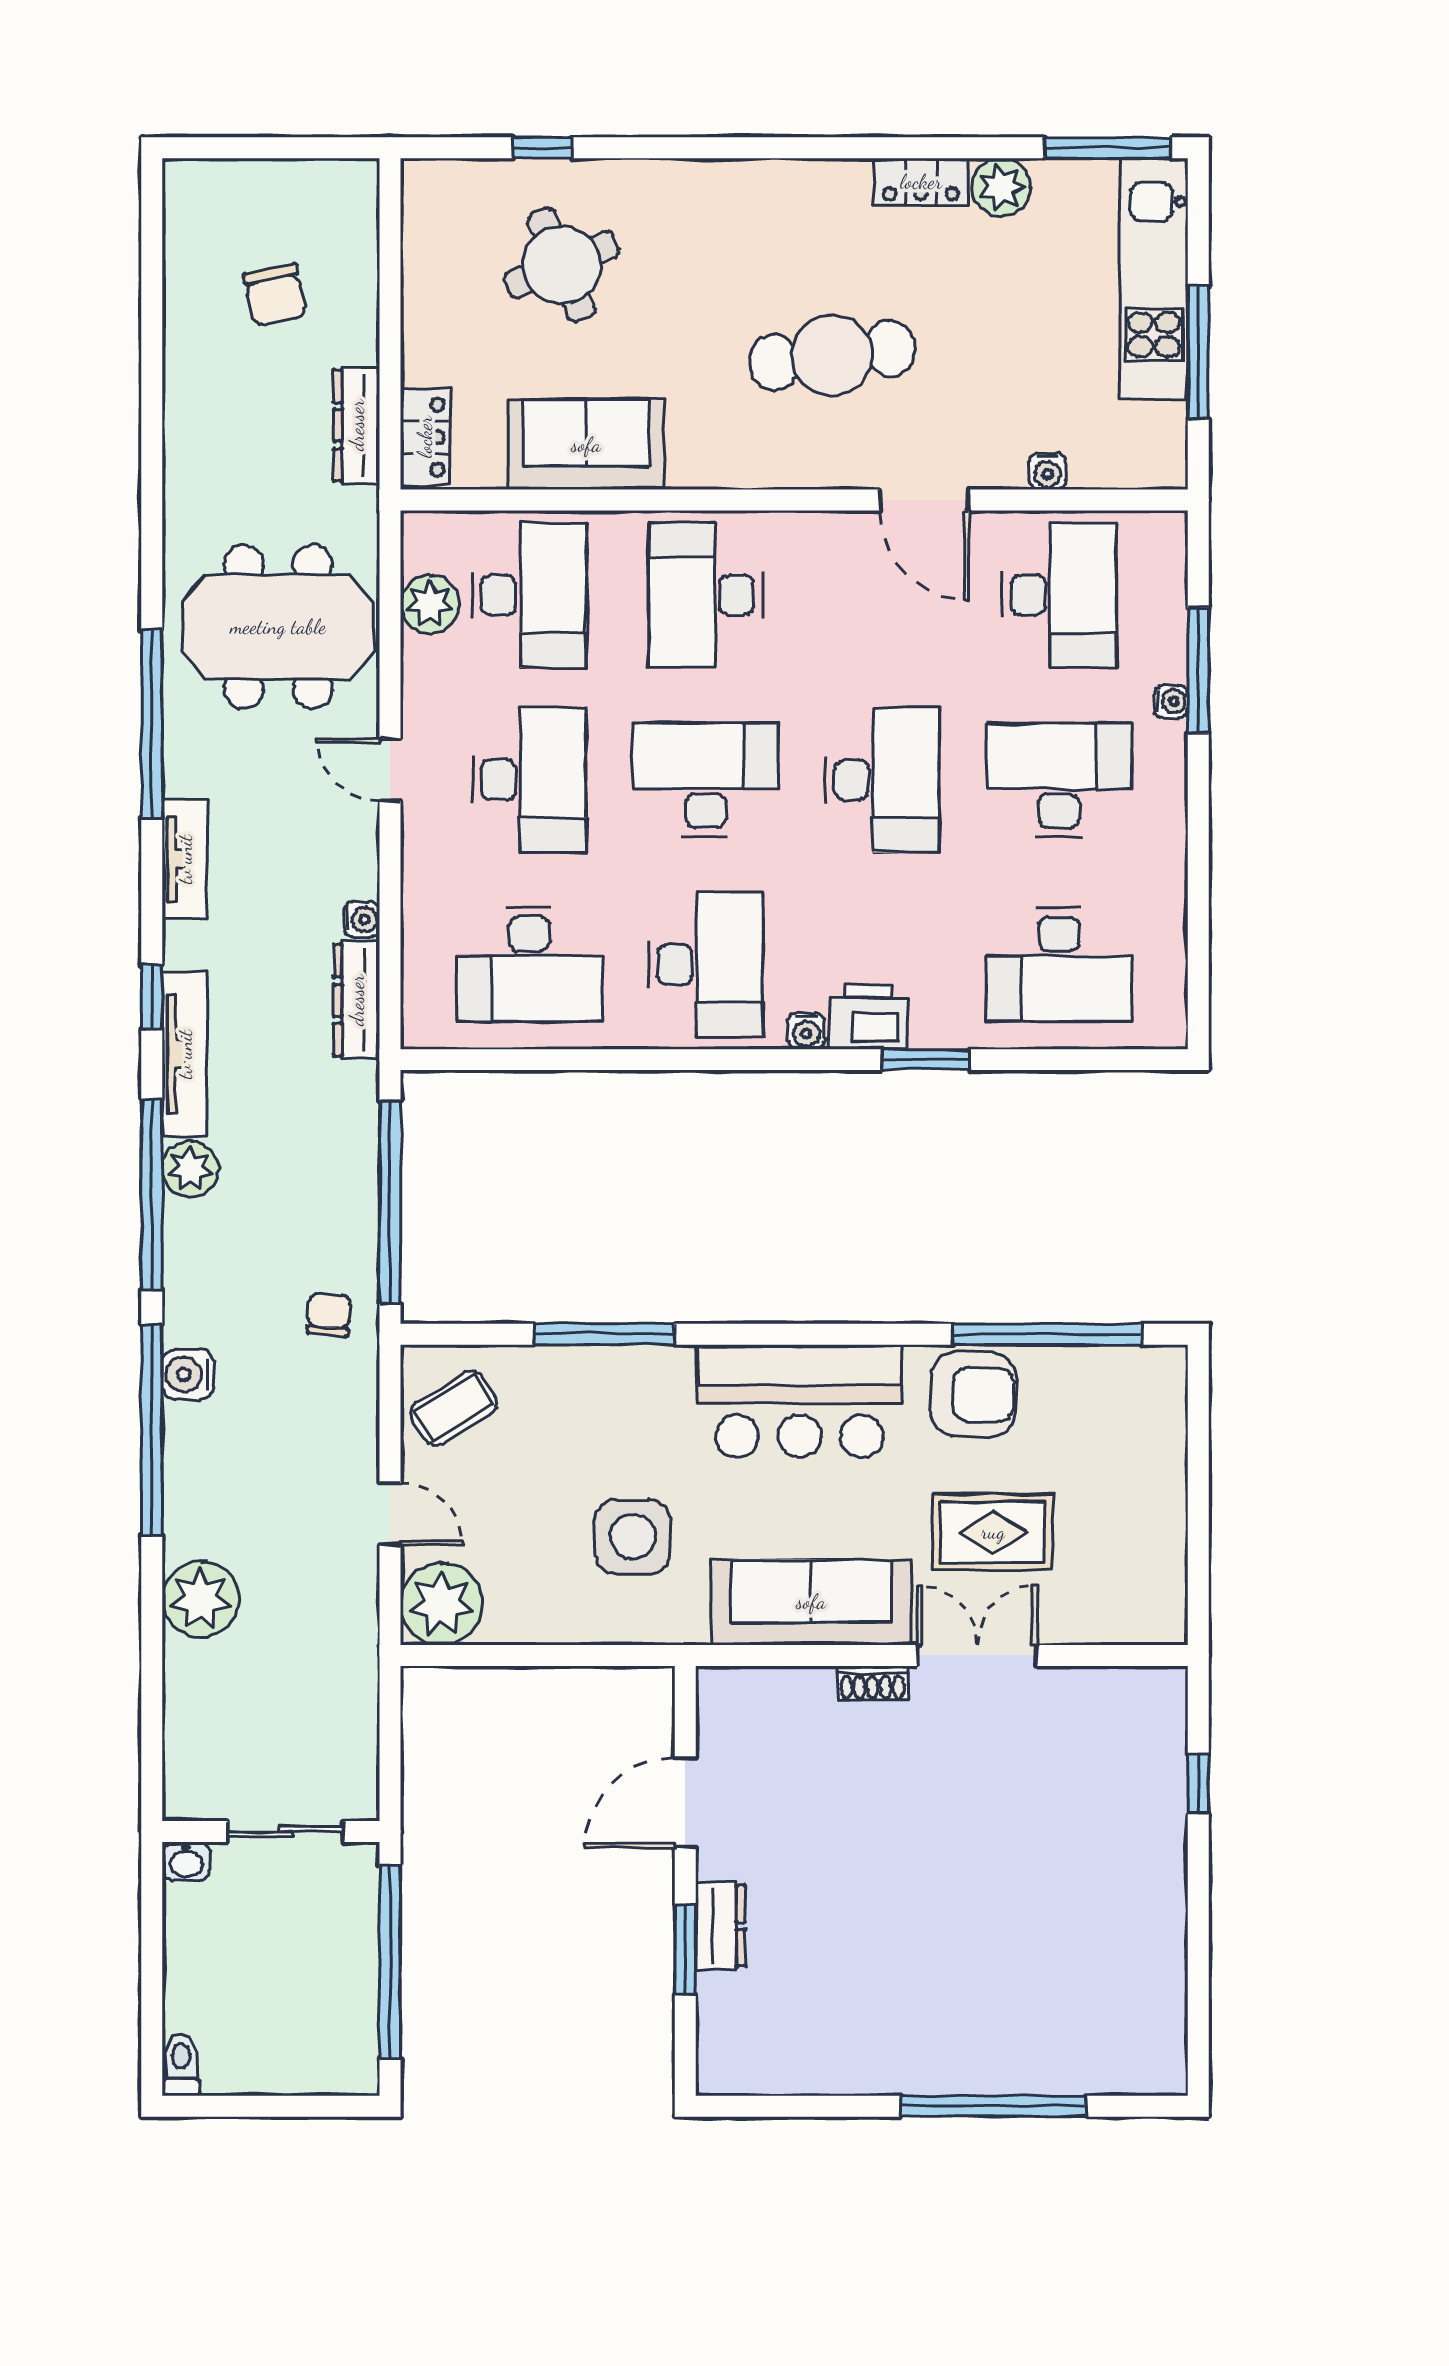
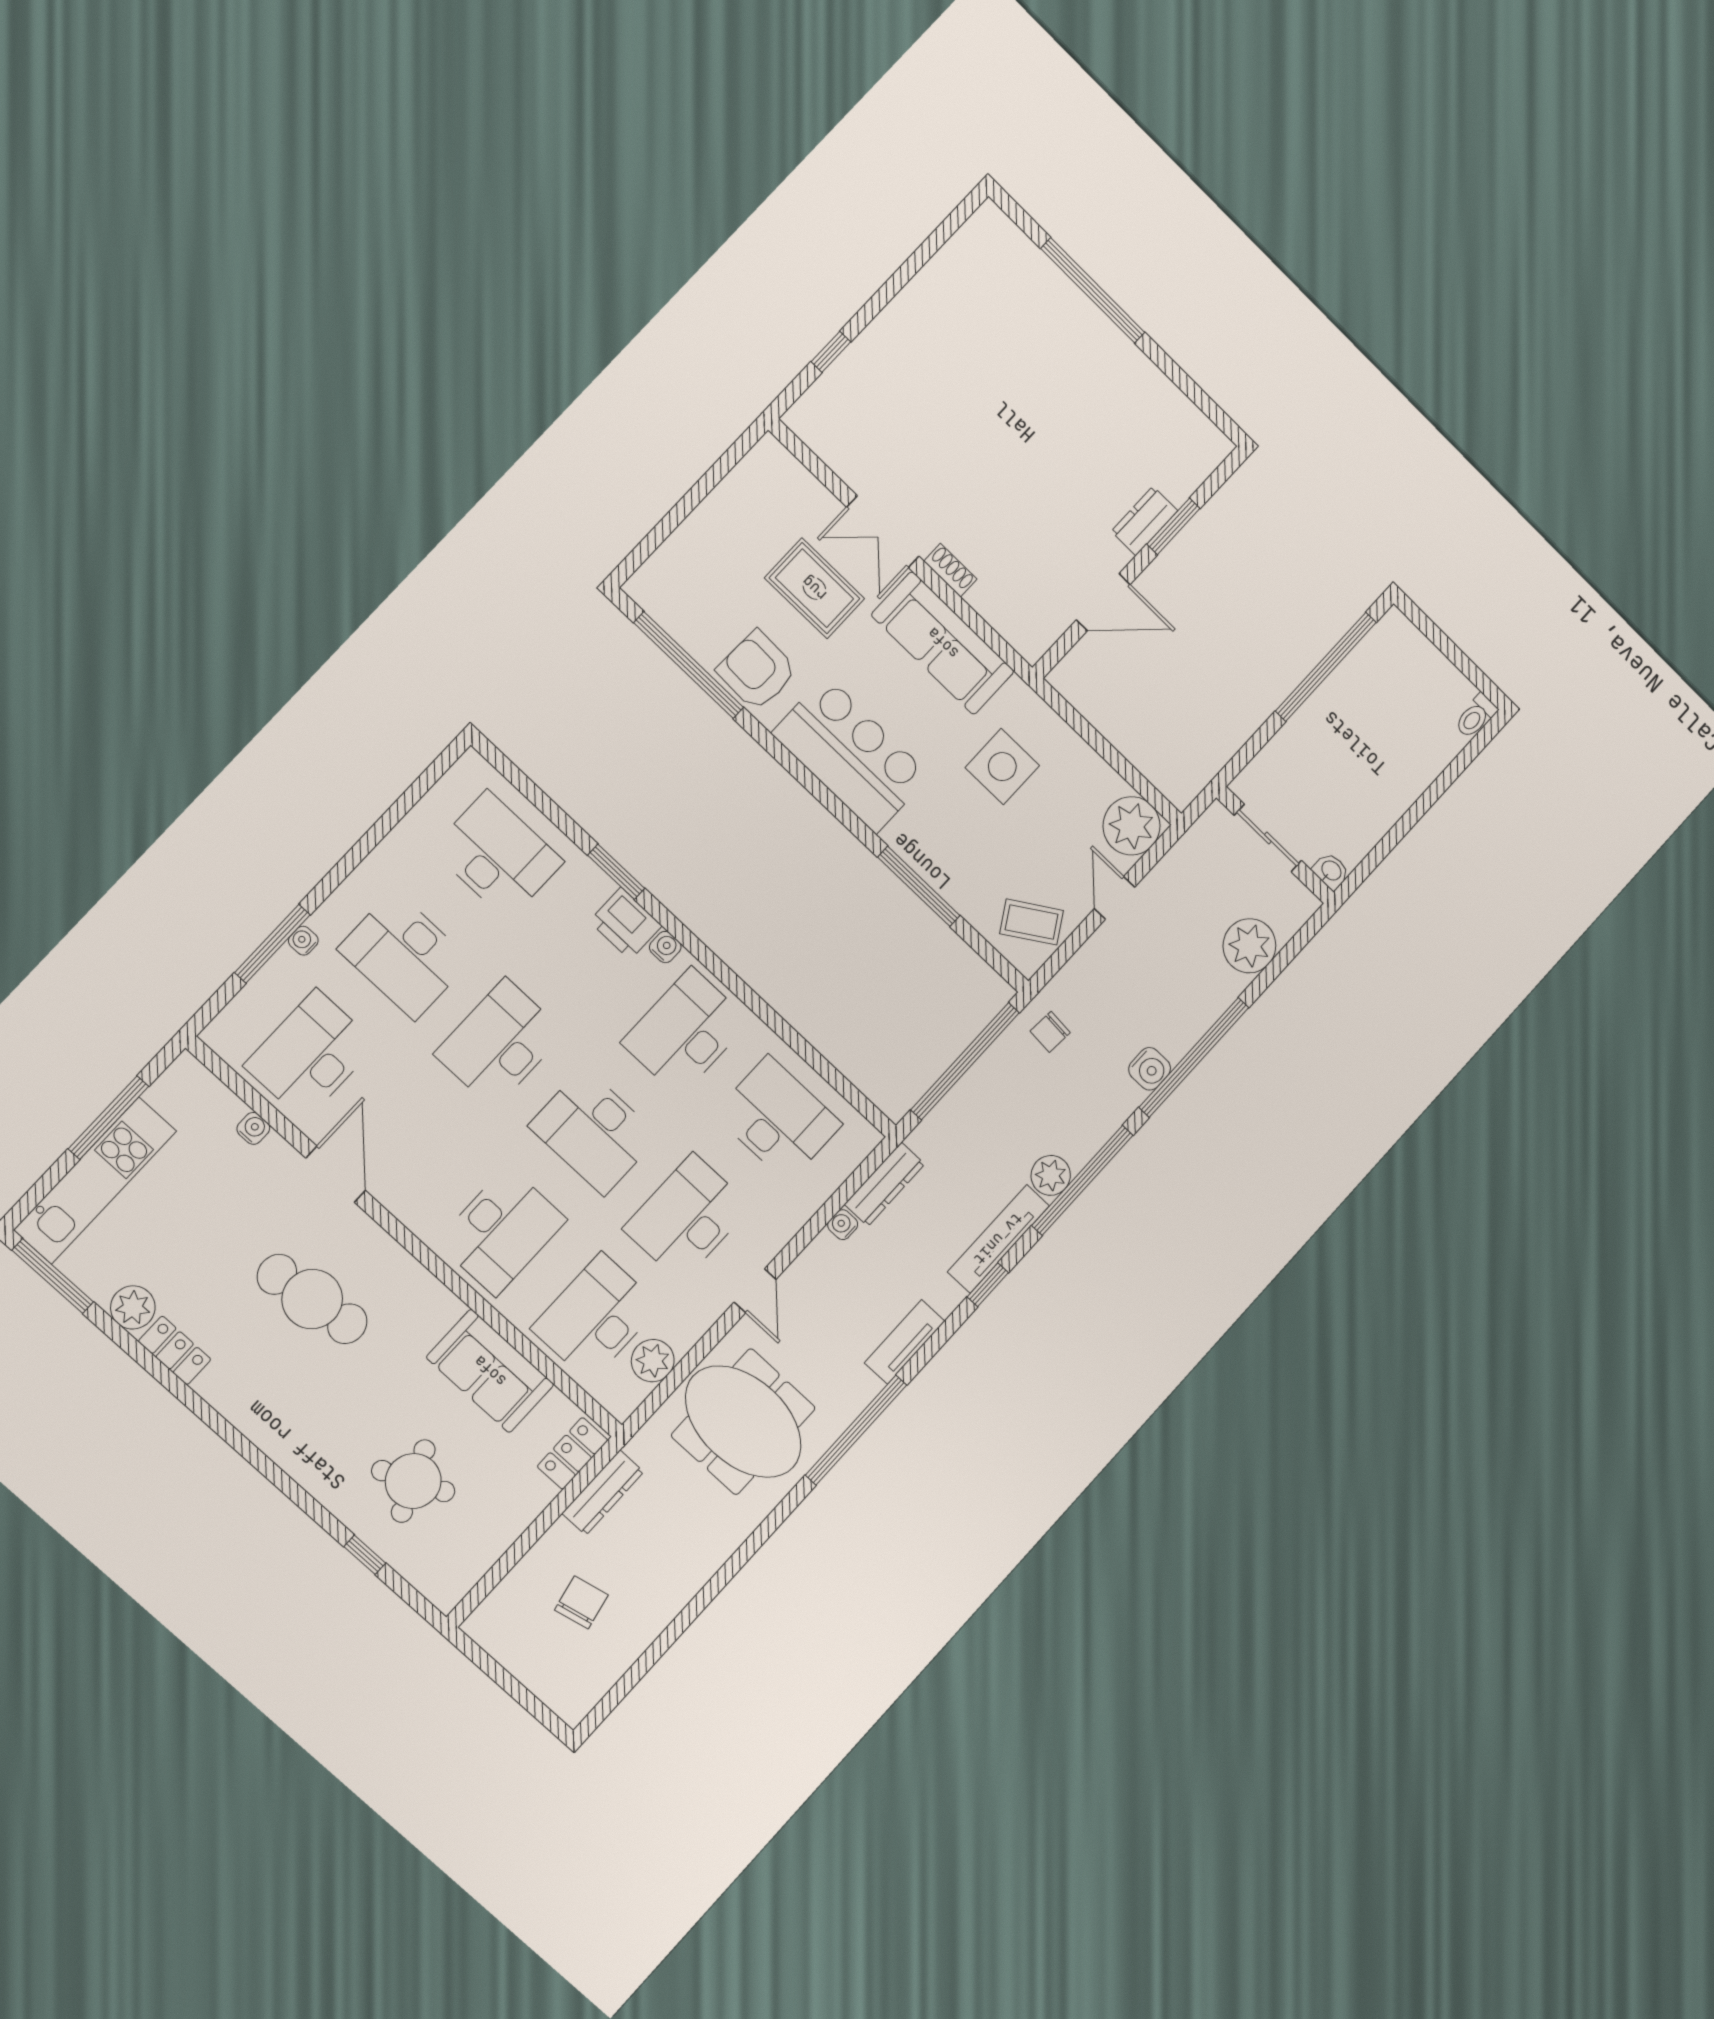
wall: (271, 1832) -> (1275, 845), moved
sliding door: (285, 1832) -> (1268, 838), moved
washbasin: (186, 1861) -> (1331, 871), moved

